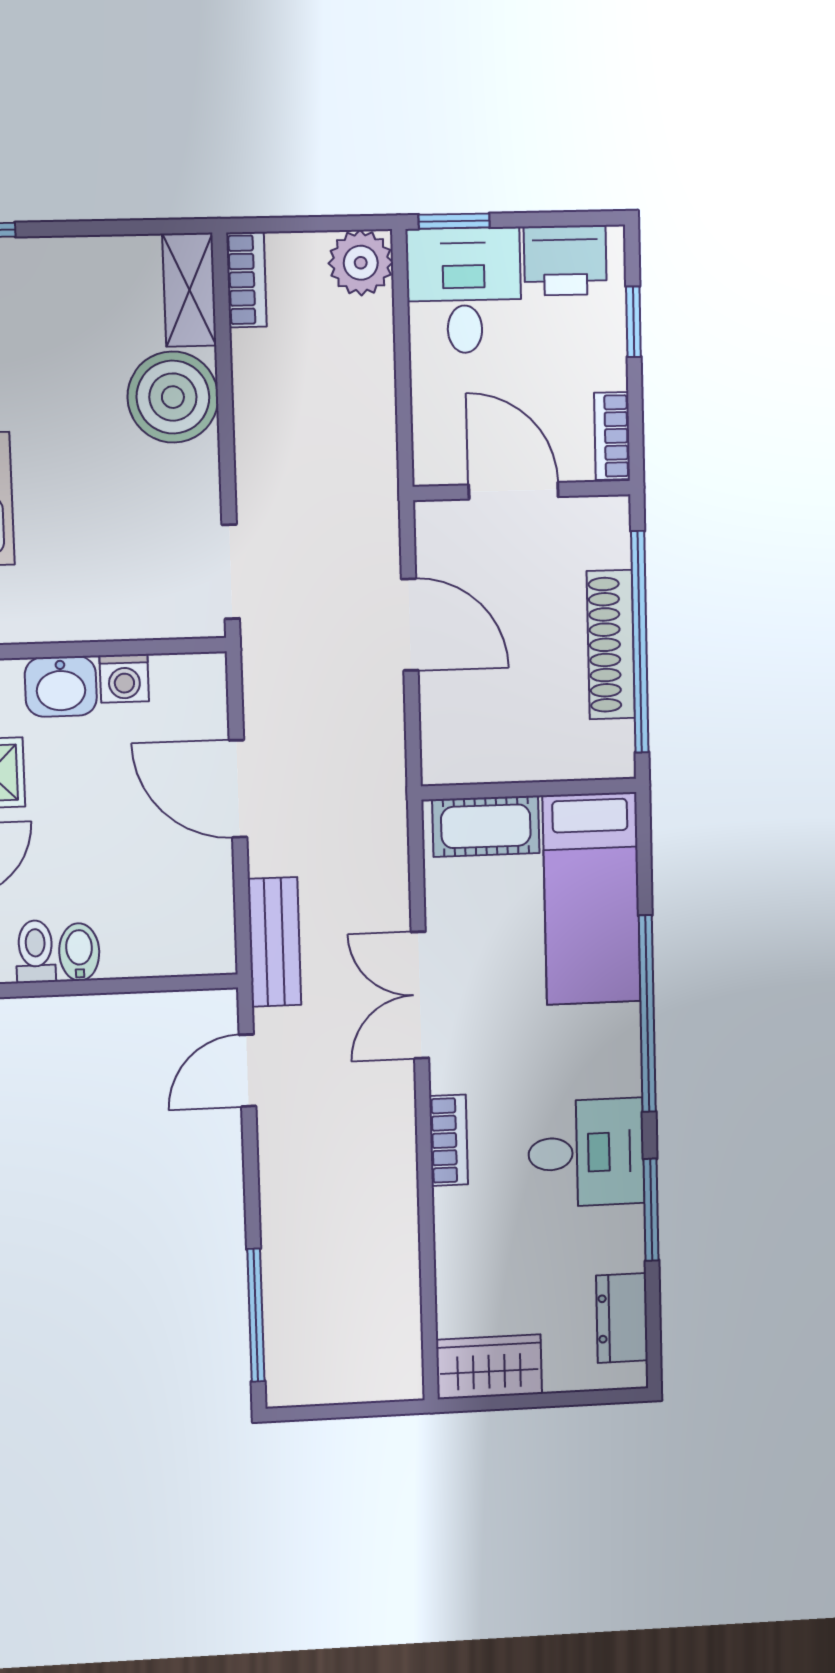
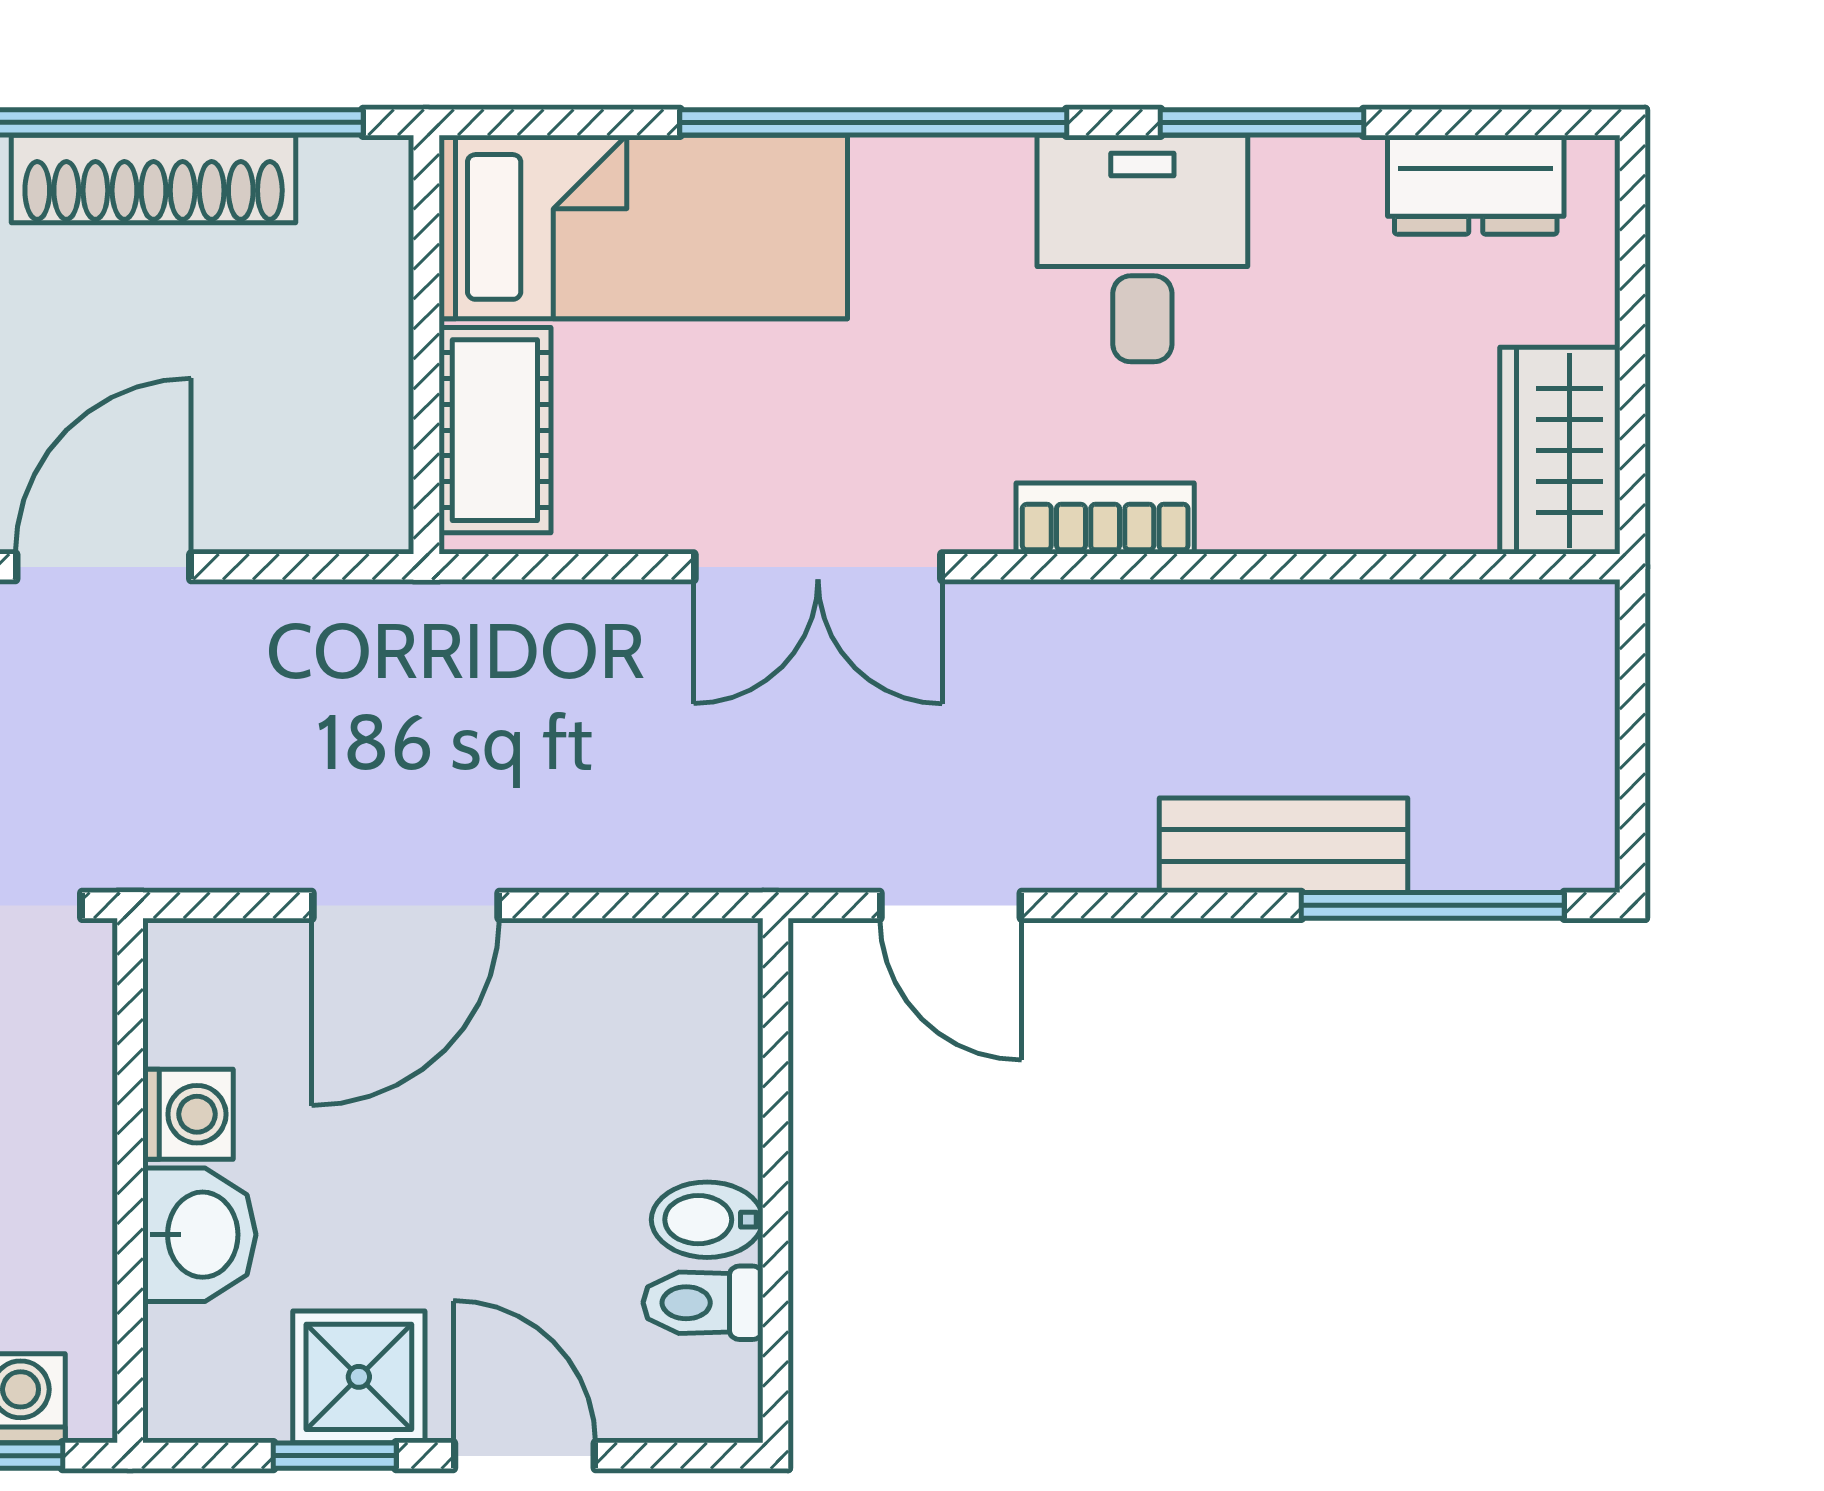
bench: (274, 942) -> (1284, 845), moved

